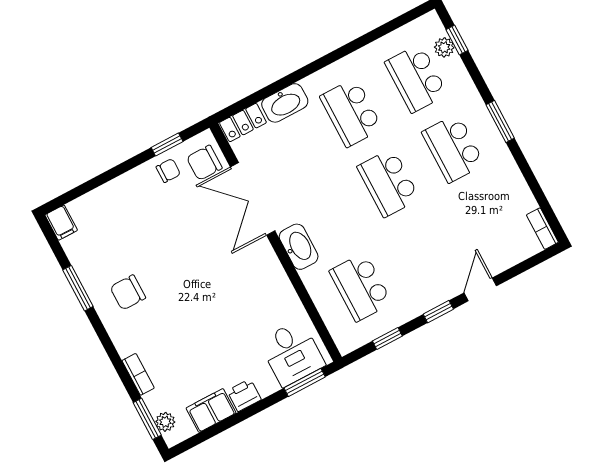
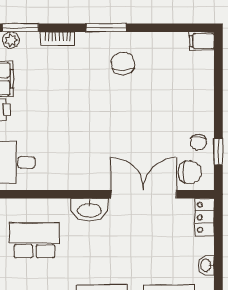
washbasin: (285, 103) -> (206, 265), width x0.52, depth x0.69
chair: (204, 163) -> (190, 172), turned 90
window: (78, 288) -> (106, 28), moved

